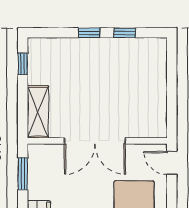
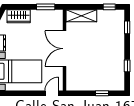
window: (89, 33) -> (127, 27), moved
window: (172, 76) -> (102, 93), added

